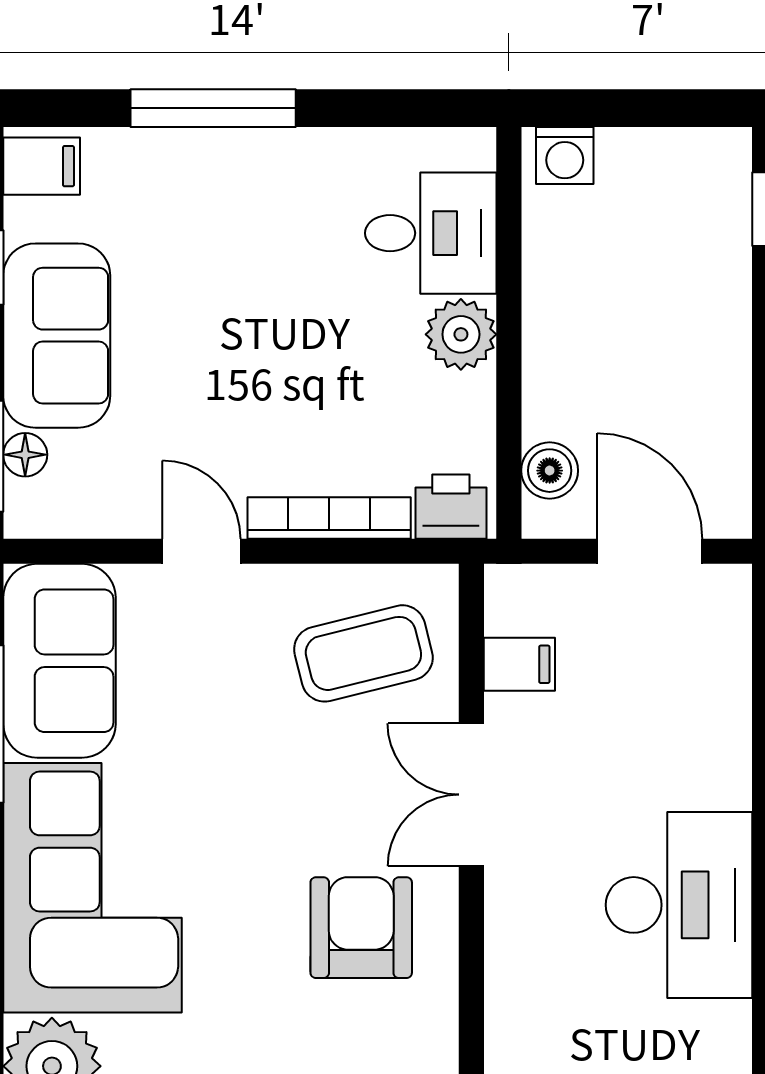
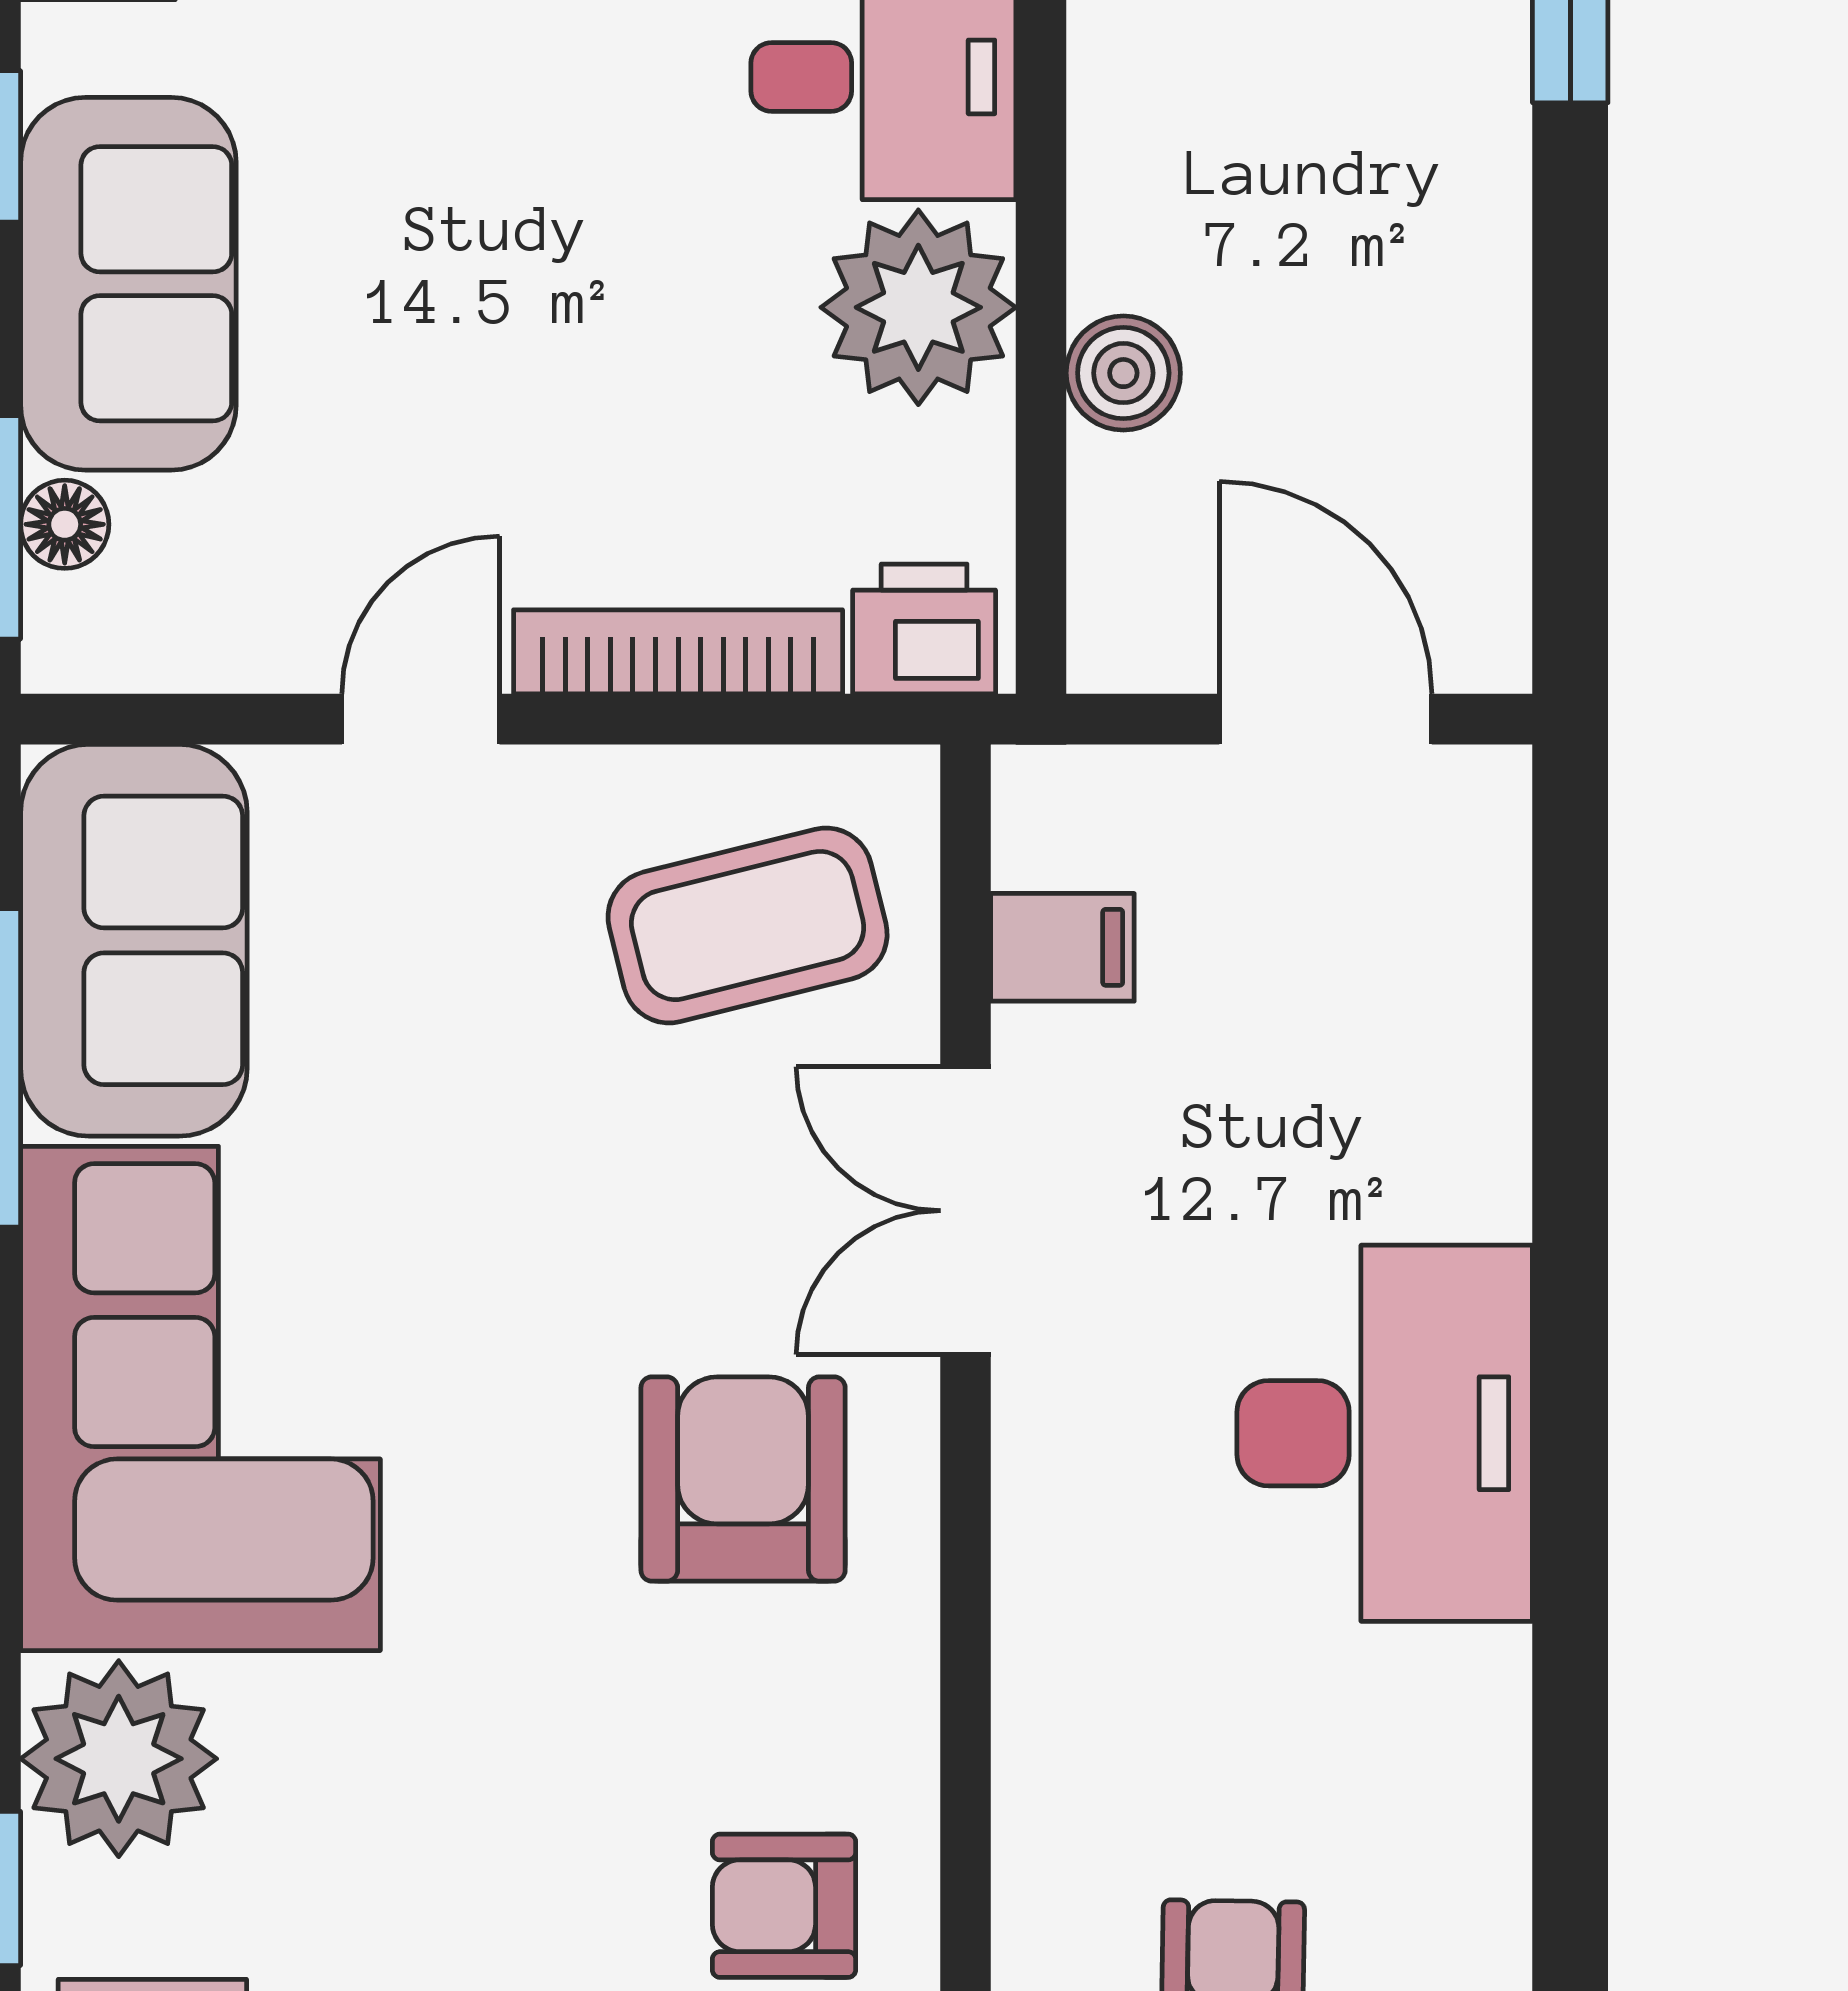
plant: (461, 334) -> (918, 307), width x1.36, depth x1.36
boiler: (550, 471) -> (1123, 373), moved
door: (202, 551) -> (421, 719), hinge flipped

